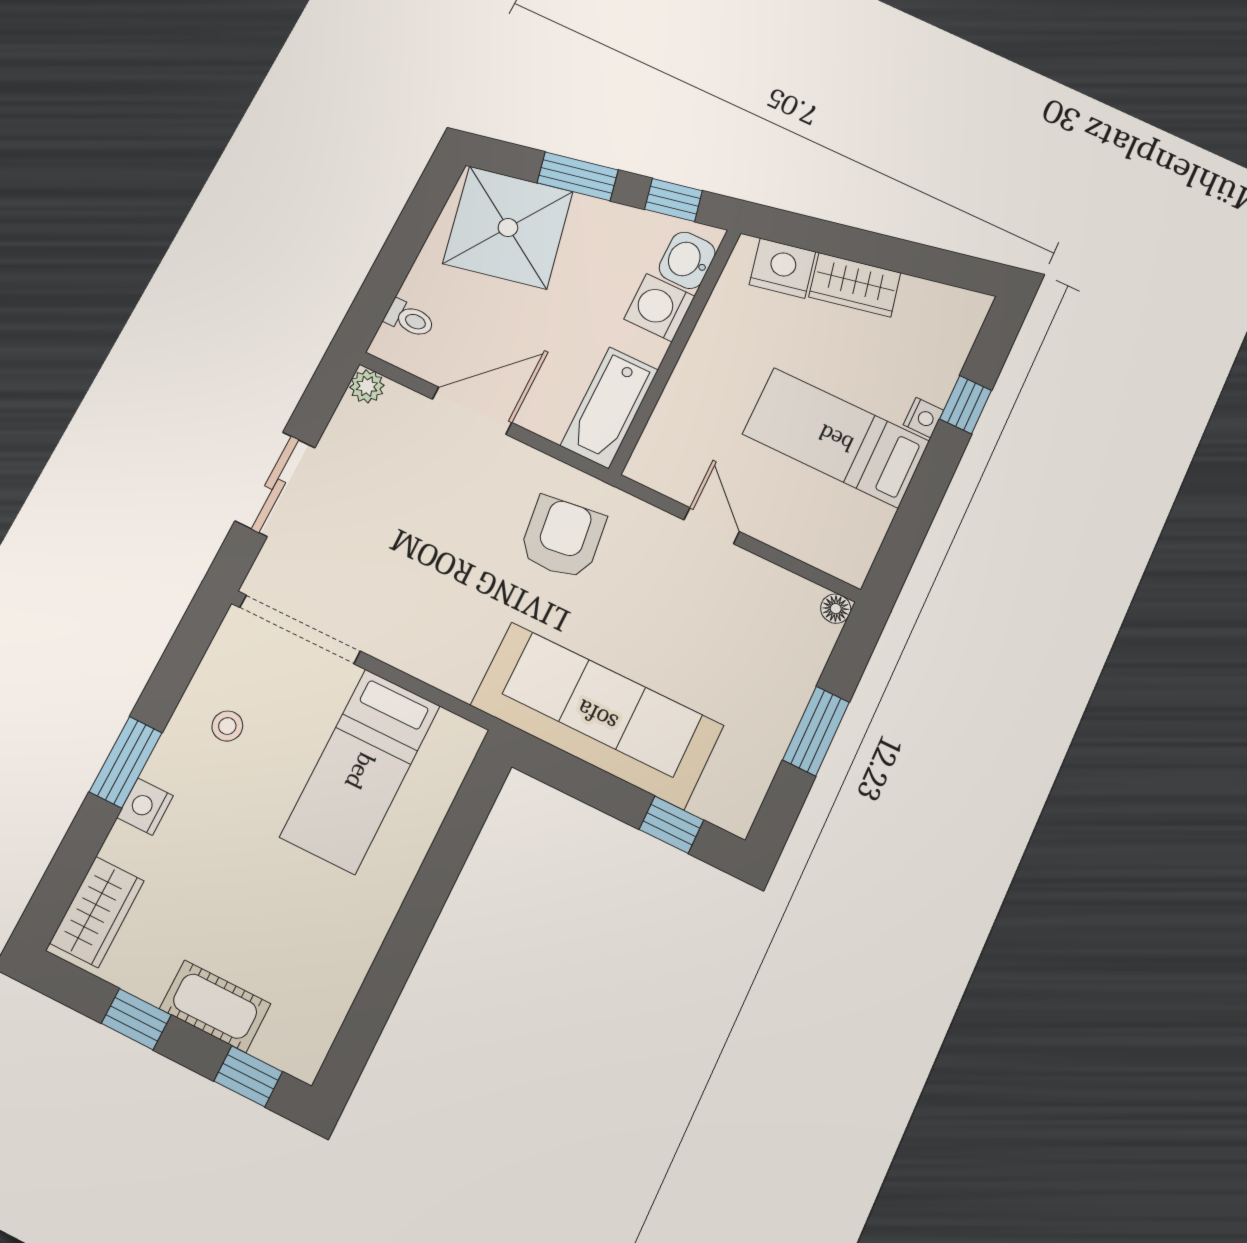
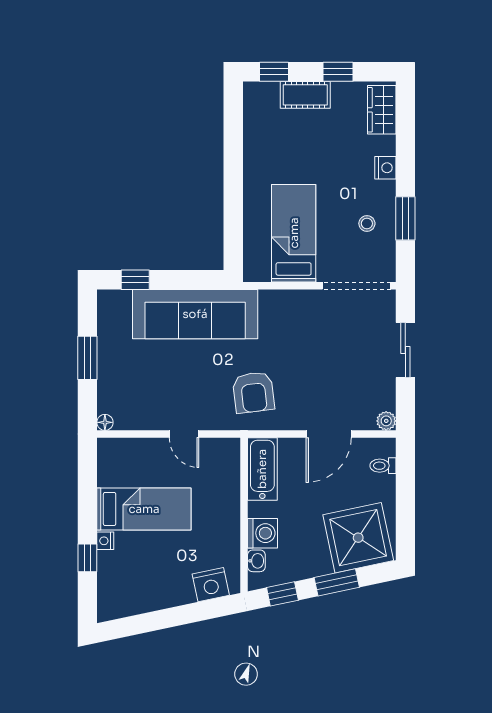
washbasin: (687, 260) -> (256, 561), width x0.72, depth x0.69
wardrobe: (855, 285) -> (171, 594), removed
window: (126, 762) -> (405, 218), moved

